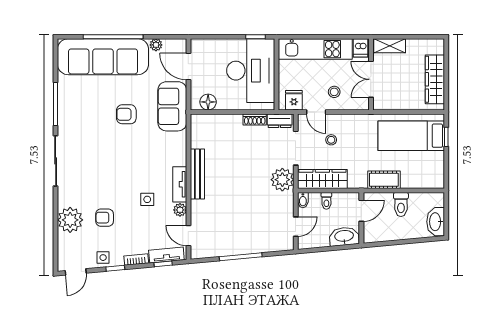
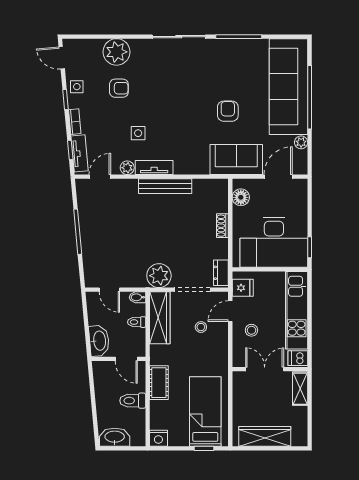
shoe rack: (255, 119) -> (222, 226), moved
nightstand: (437, 180) -> (158, 438), added
armchair: (105, 218) -> (119, 88), turned 90

